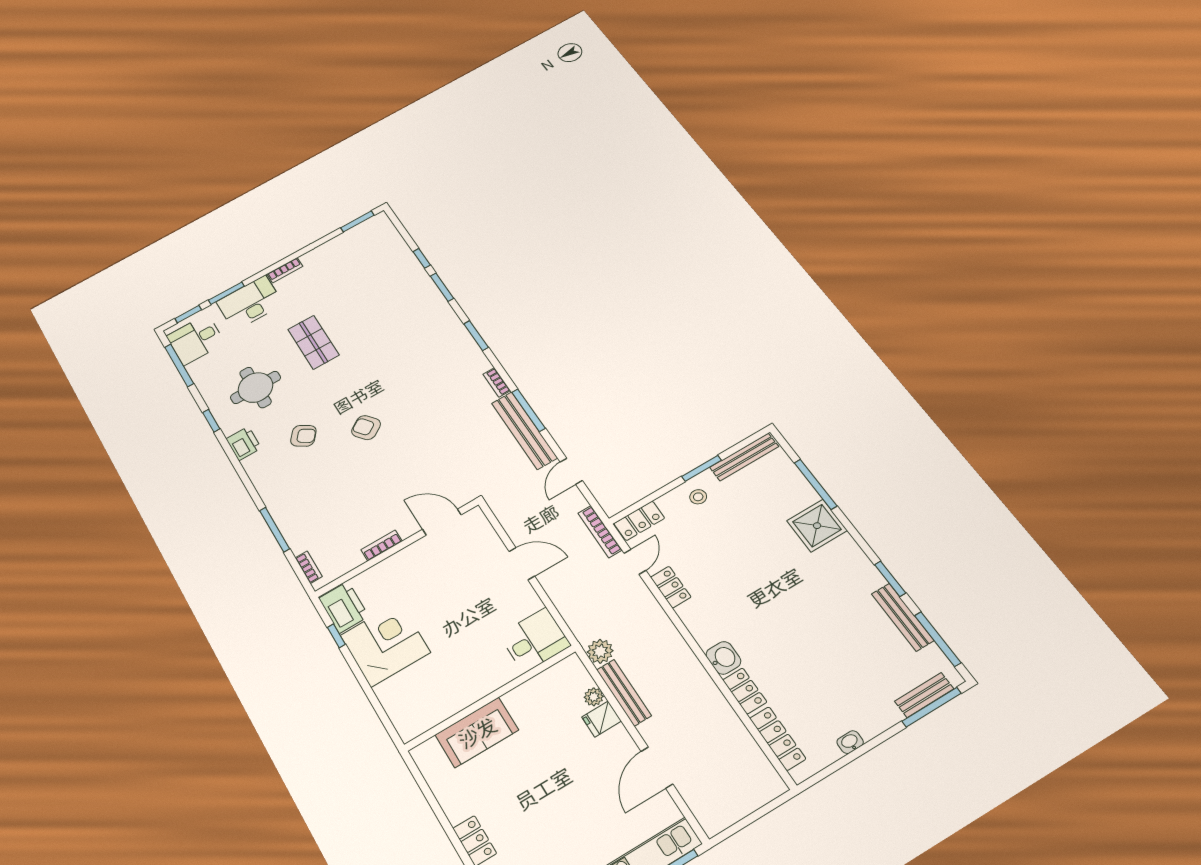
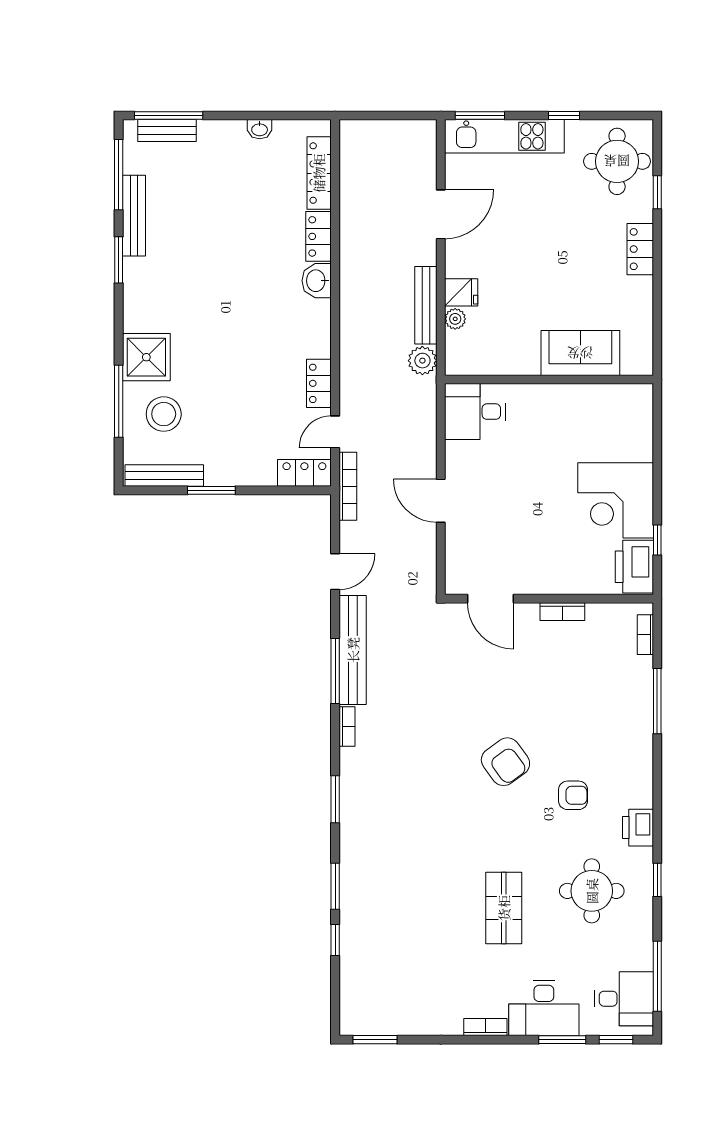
armchair: (366, 428) -> (505, 762), width x1.38, depth x1.38
armchair: (303, 436) -> (573, 795), turned 144
stool: (698, 497) -> (164, 414), moved, width x1.89, depth x1.89

